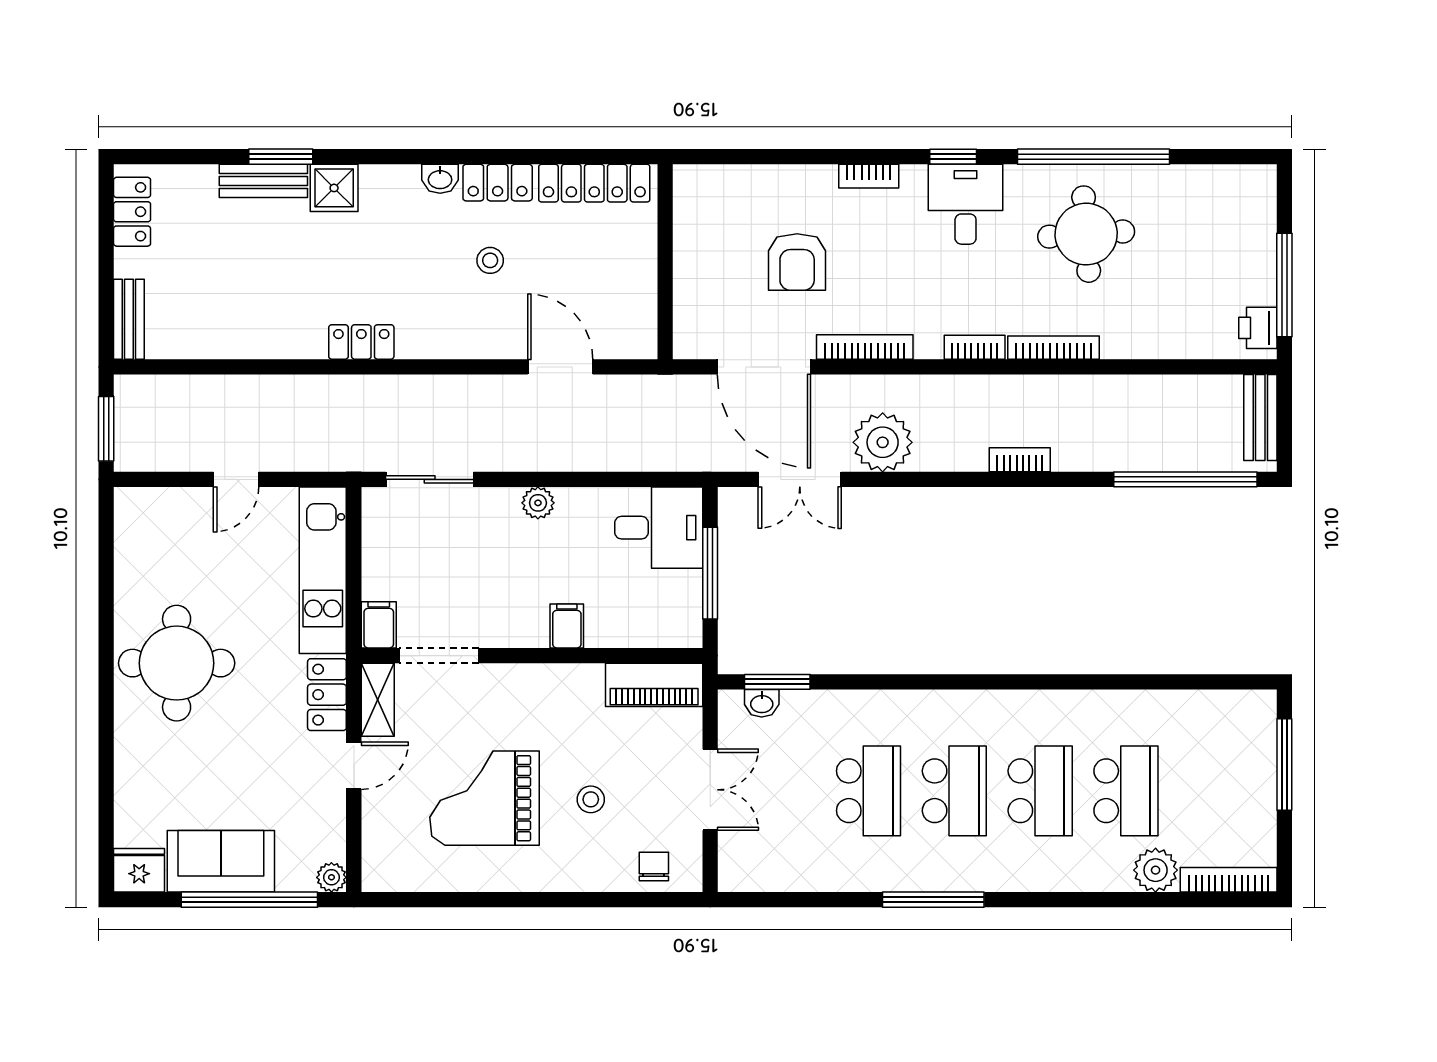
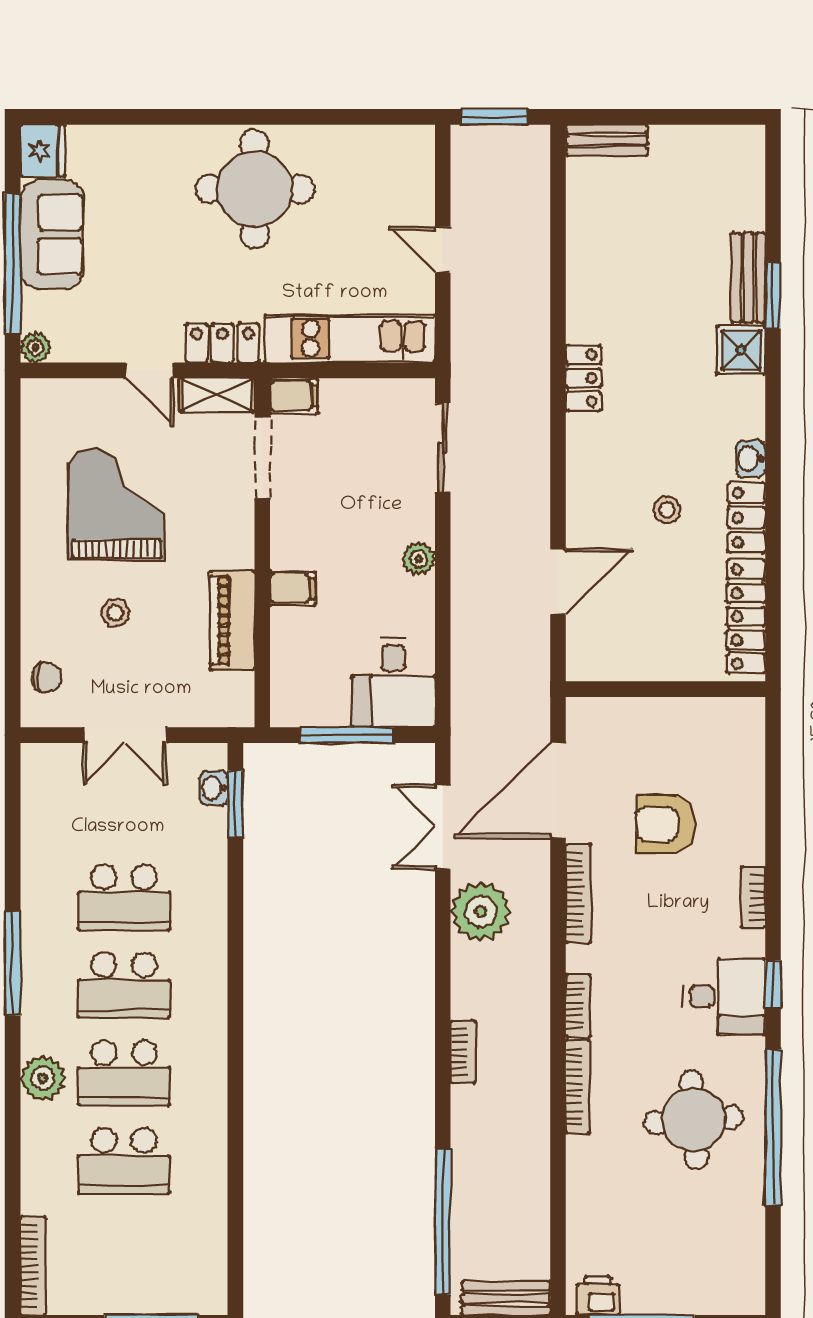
locker: (132, 212) -> (717, 143), removed
piano: (654, 685) -> (232, 620), moved
plant: (1156, 870) -> (43, 1078), moved

